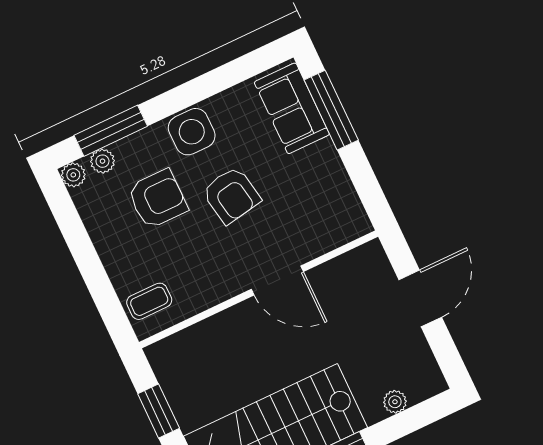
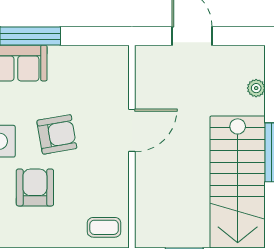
coffee table: (149, 301) -> (104, 227), turned 90

